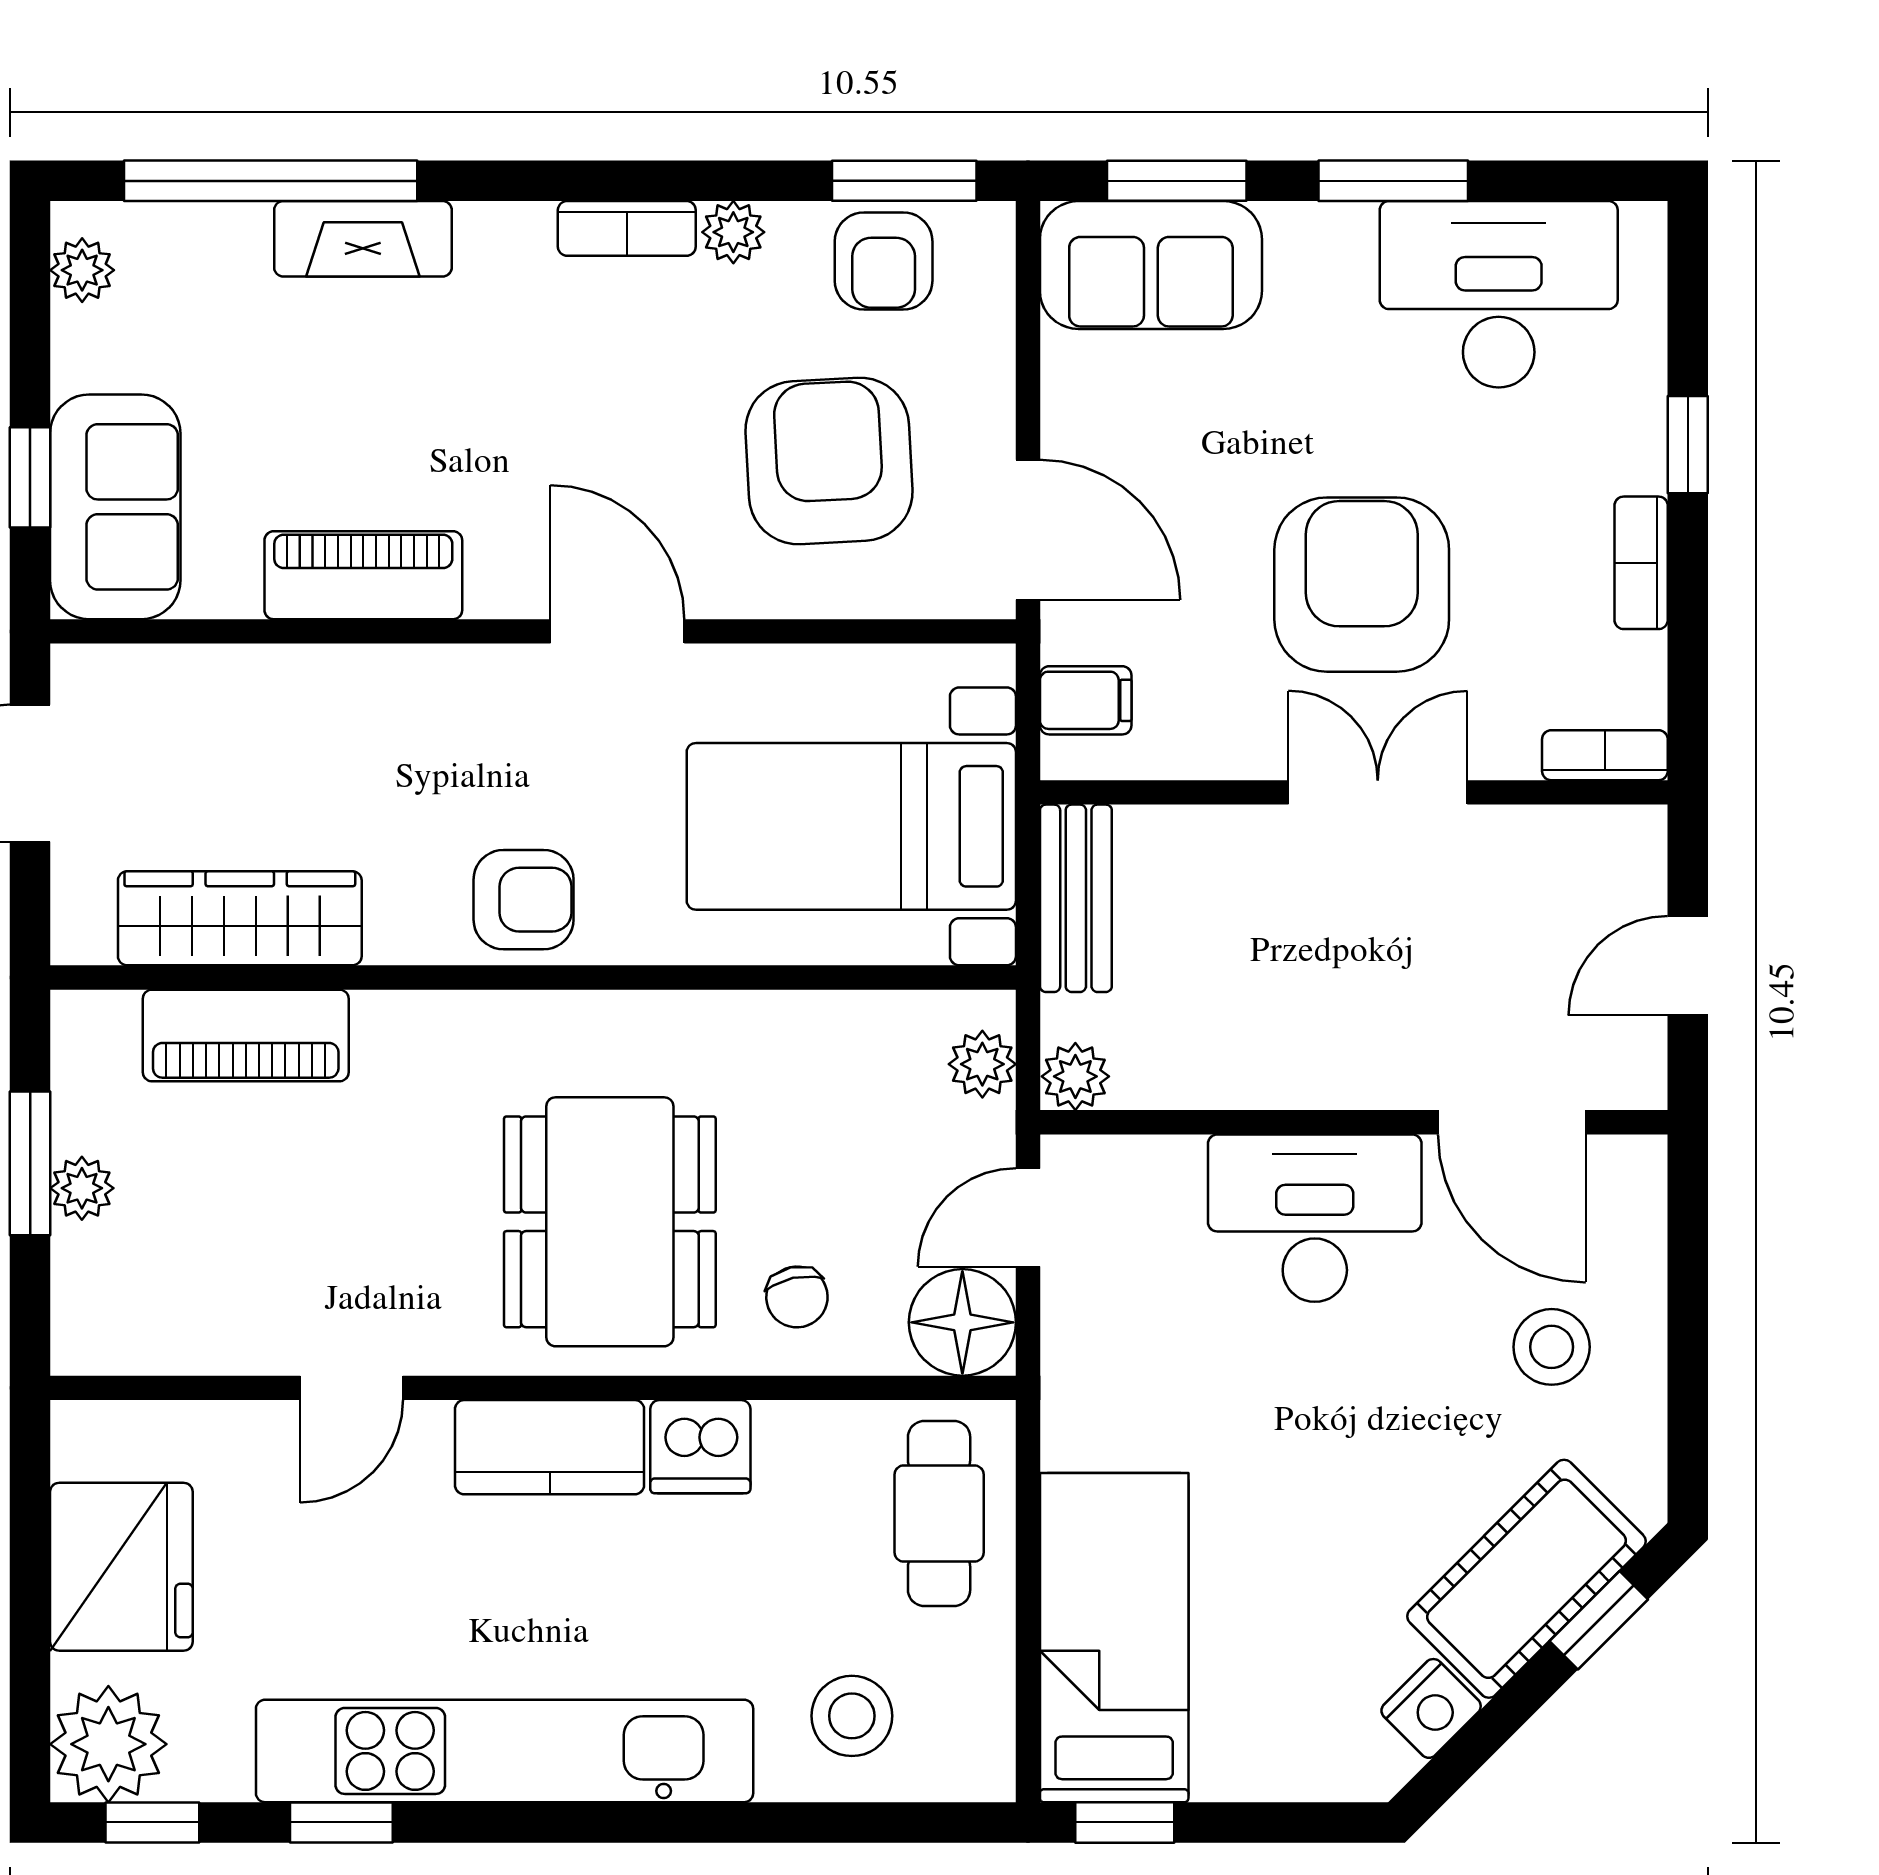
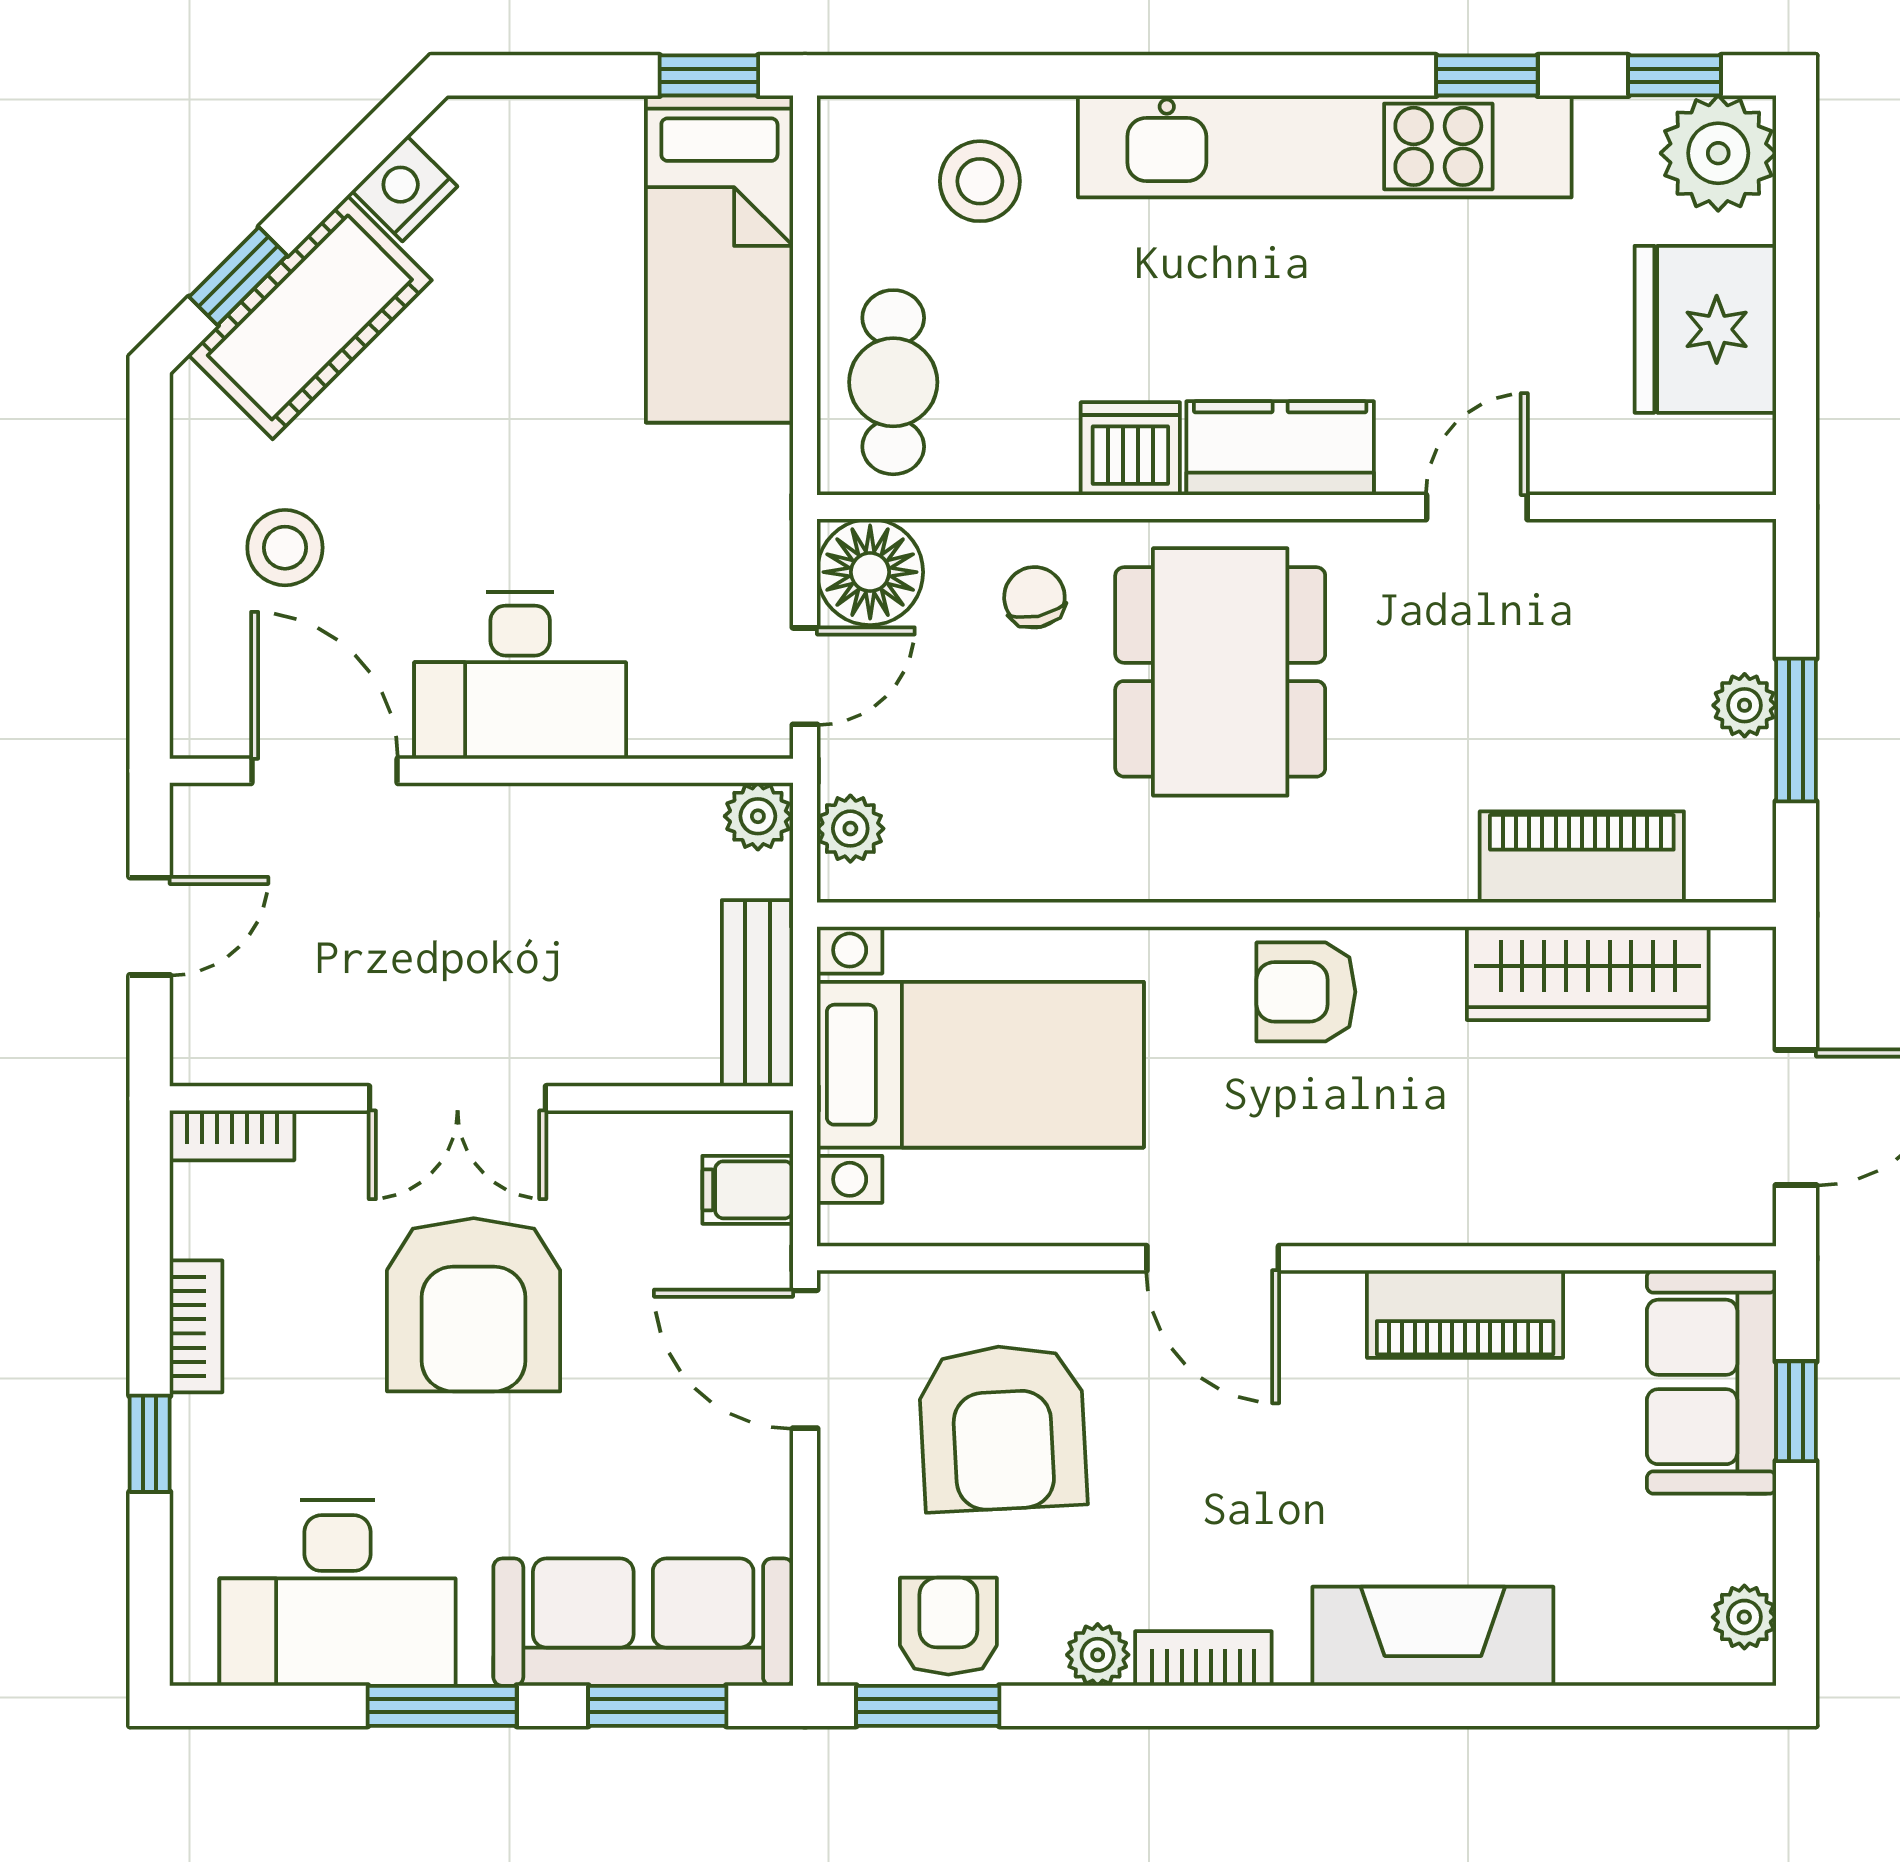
window: (271, 181) -> (1557, 1706), removed
fireplace: (363, 239) -> (1433, 1636), width x1.37, depth x1.32
sofa: (1151, 265) -> (643, 1622), width x1.36

